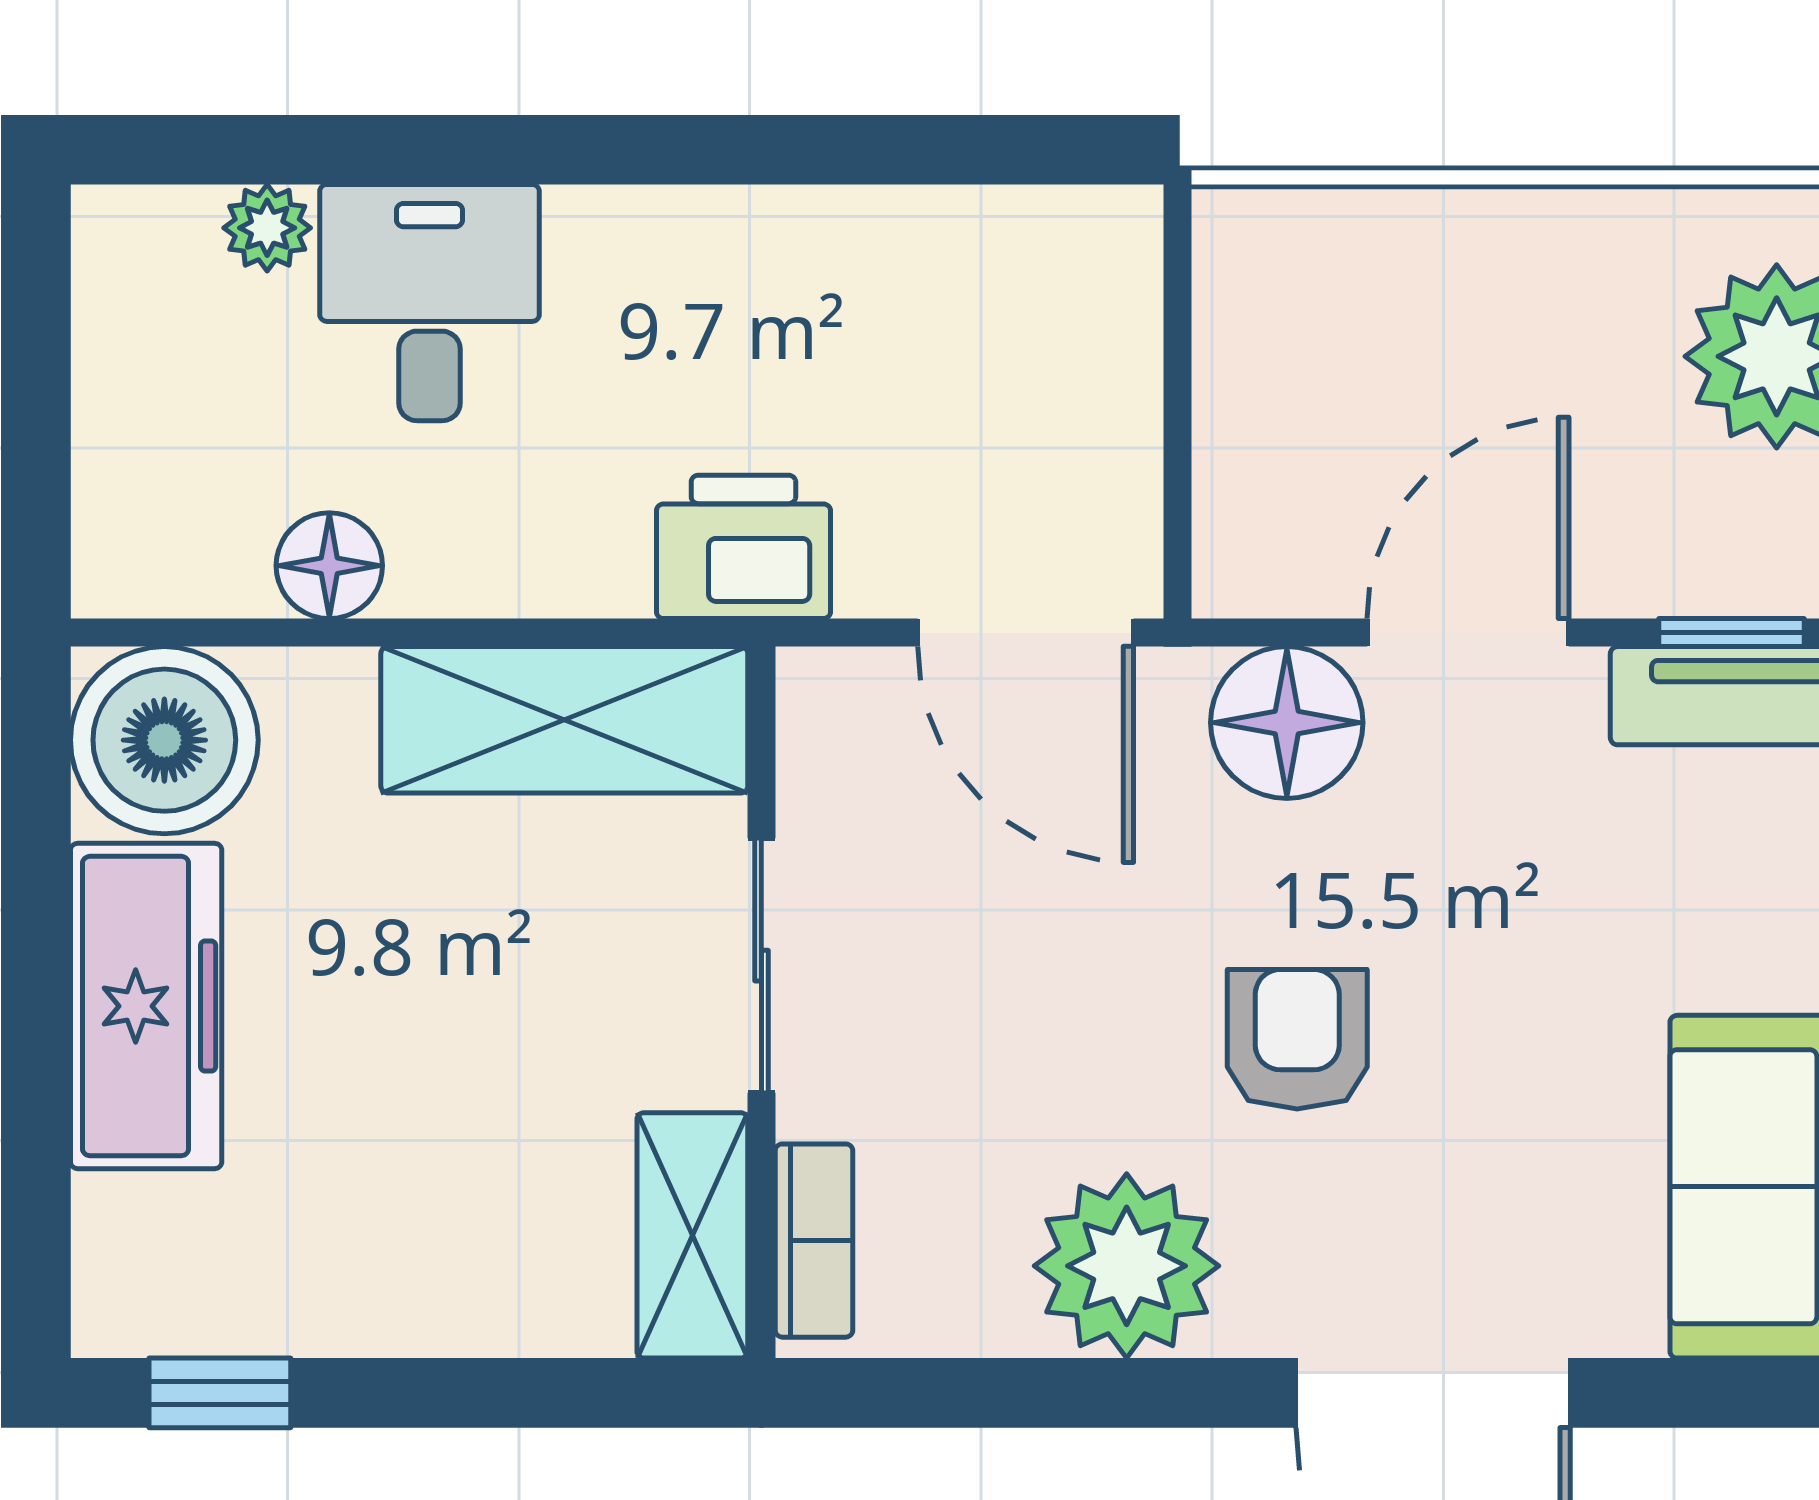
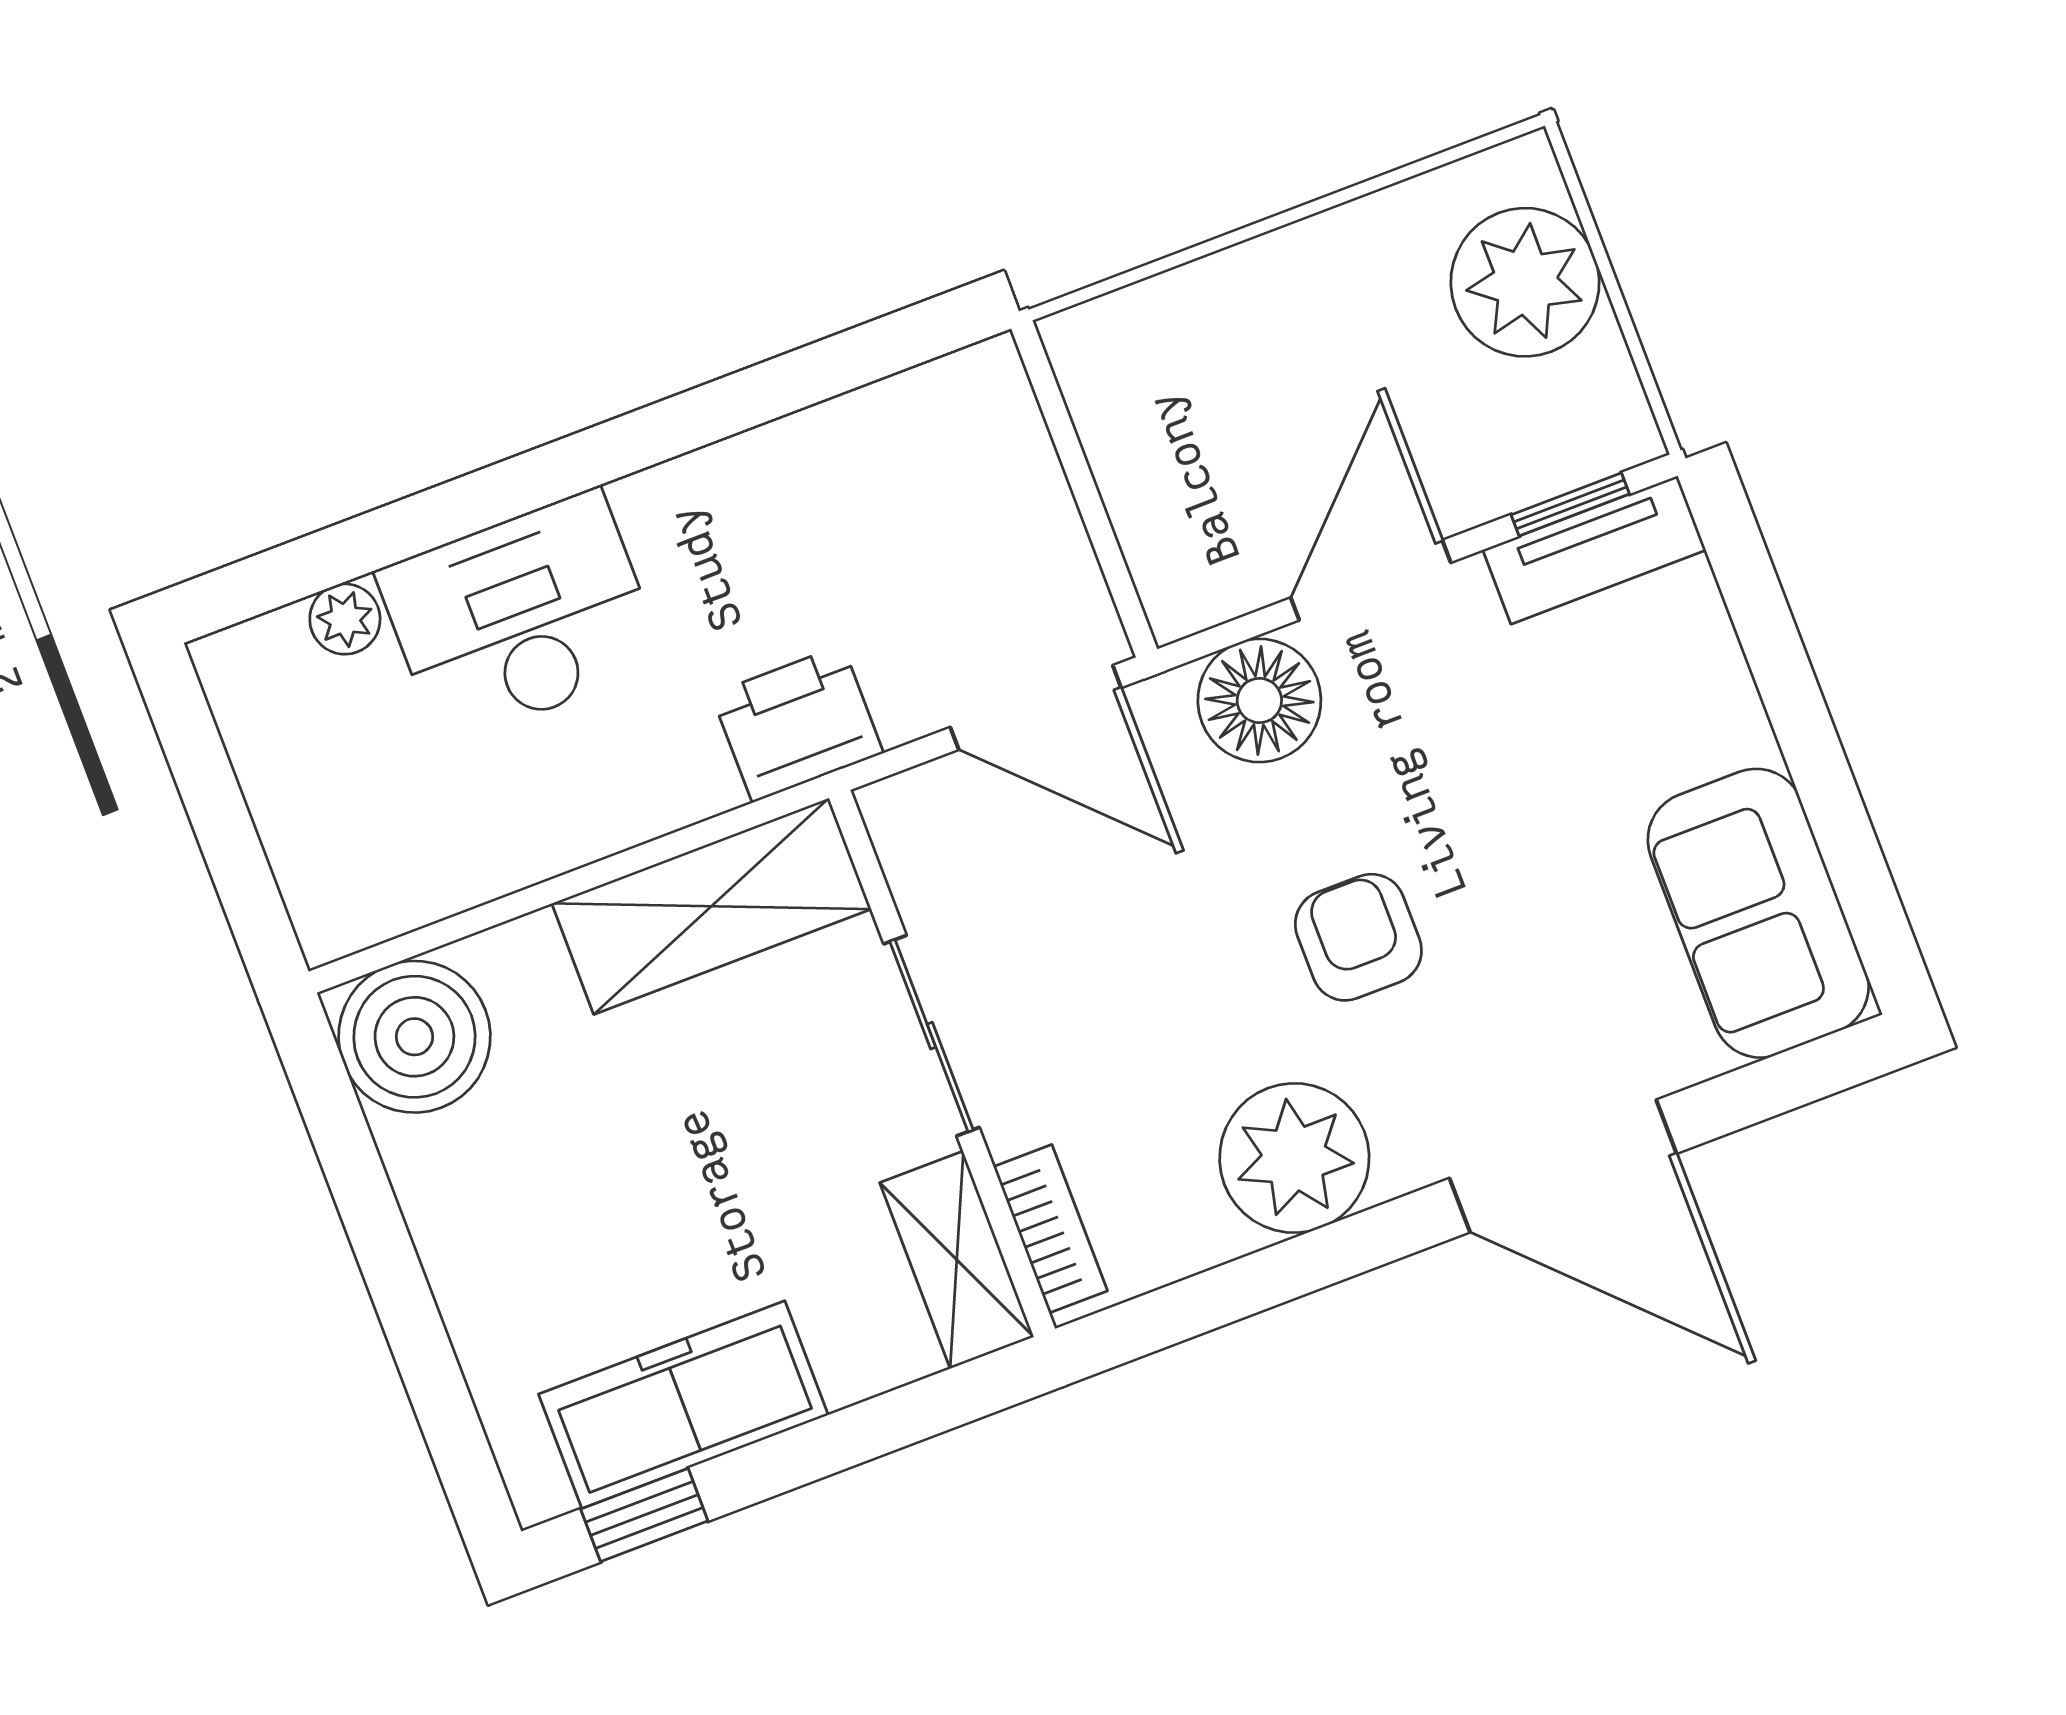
desk: (430, 303) -> (520, 617), width x1.37
floor lamp: (329, 566) -> (489, 857), removed
freezer: (146, 1006) -> (683, 1405), moved, turned -90

